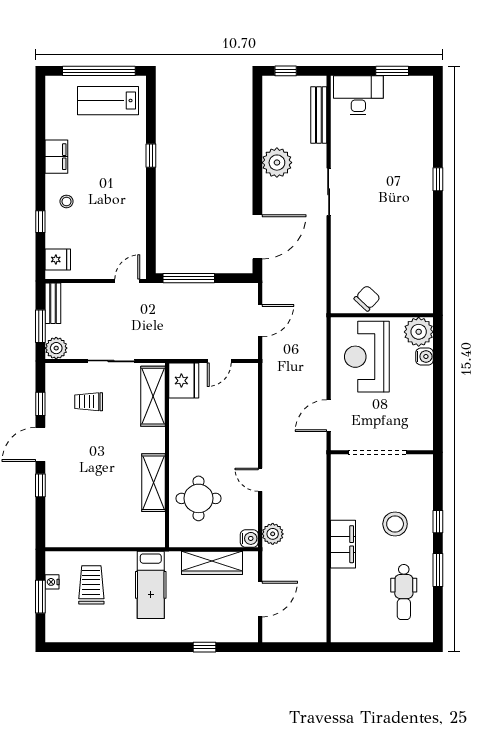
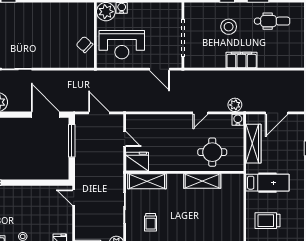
window: (189, 278) -> (72, 141), moved
door: (260, 599) -> (277, 113), swing flipped

